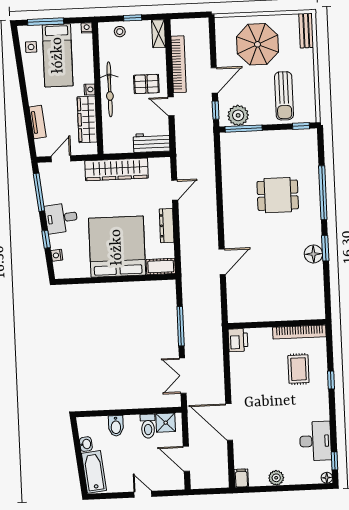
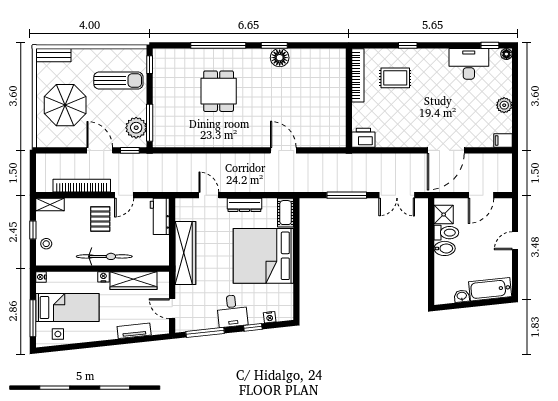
bidet: (116, 426) -> (445, 248), moved

